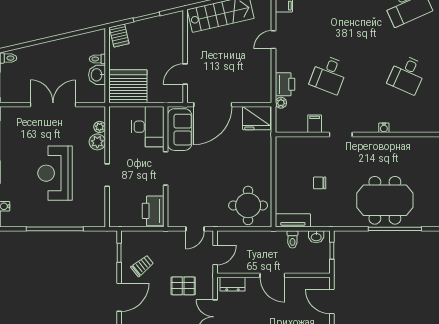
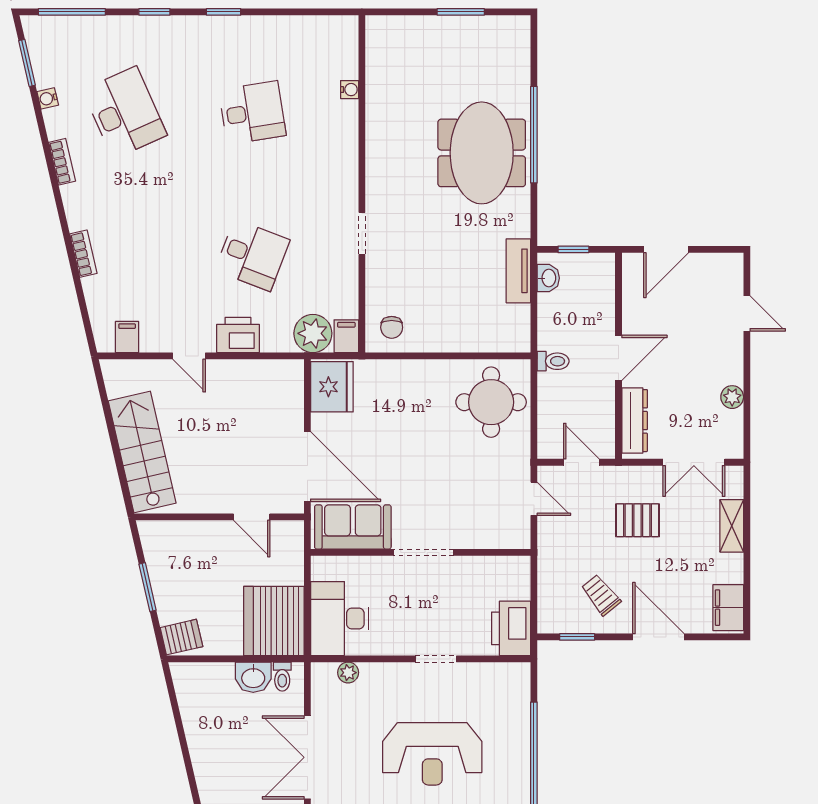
toilet: (97, 59) -> (282, 677), moved
desk: (407, 74) -> (252, 113), turned -33
printer: (285, 84) -> (238, 335), moved
plant: (281, 103) -> (313, 333), width x1.88, depth x1.88
filing cabinet: (315, 124) -> (346, 336), moved, turned 90
desk: (148, 127) -> (340, 619), moved, turned -90
water cooler: (384, 128) -> (350, 90), moved
plant: (97, 142) -> (375, 677), removed
chair: (320, 183) -> (392, 327), moved
printer: (153, 211) -> (511, 628), moved, turned 90
tv unit: (293, 220) -> (518, 271), moved
toilet: (292, 239) -> (553, 361), moved
dresser: (233, 284) -> (635, 421), width x1.44
pallet: (183, 286) -> (638, 520), turned 90

